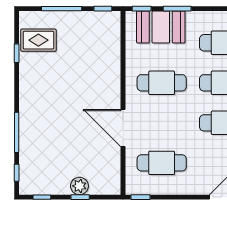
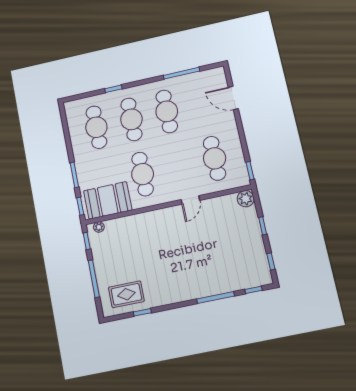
plant: (115, 25) -> (99, 227), added
booth: (161, 27) -> (108, 200), moved, turned 90
rug: (38, 40) -> (126, 294), turned 90
door: (123, 128) -> (190, 200), width x0.53
plant: (79, 186) -> (246, 199), moved

